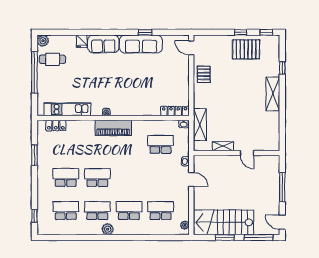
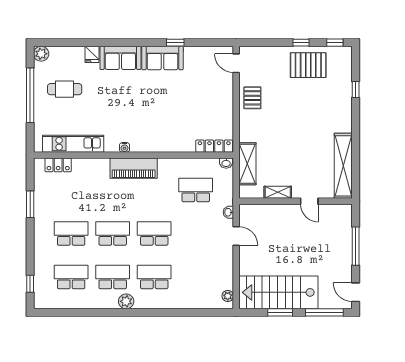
sofa: (141, 44) -> (162, 58), width x0.73
cafe table: (52, 59) -> (65, 89), moved
shelving: (273, 94) -> (343, 166), moved, width x1.47
school desk: (161, 211) -> (154, 233), moved

